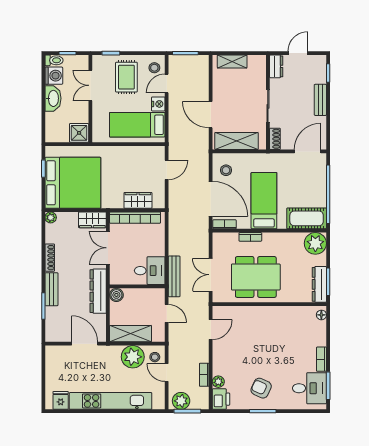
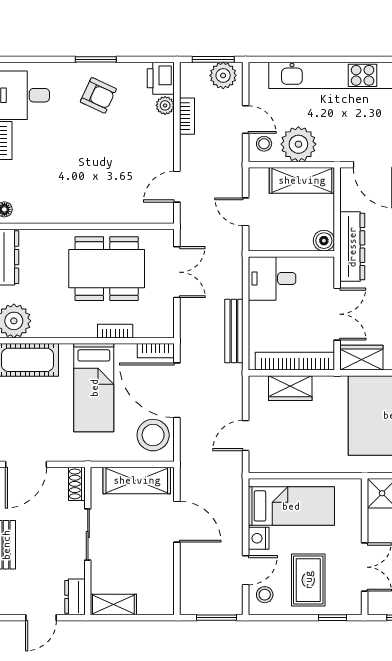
shelving: (232, 61) -> (113, 605), moved
stool: (226, 170) -> (153, 435), width x1.89, depth x1.89
bench: (174, 276) -> (234, 331), moved

